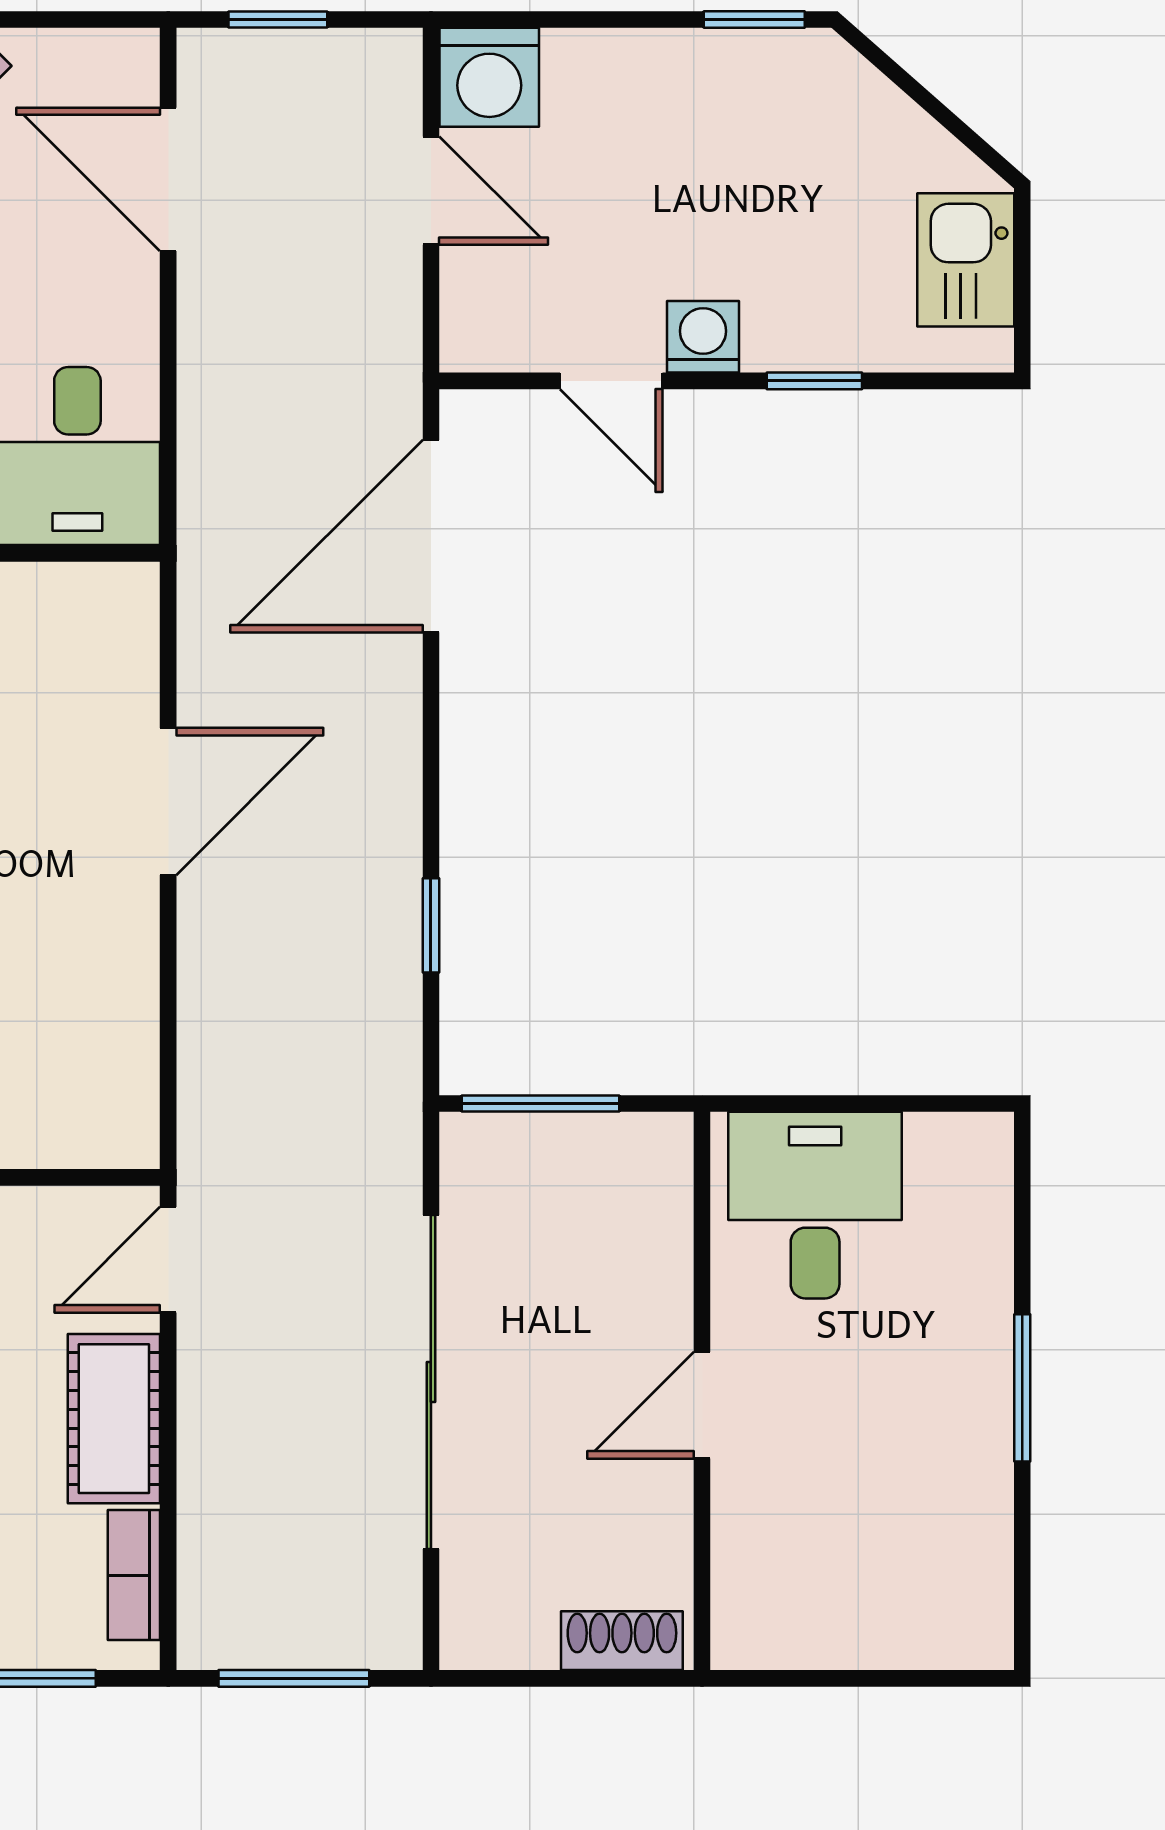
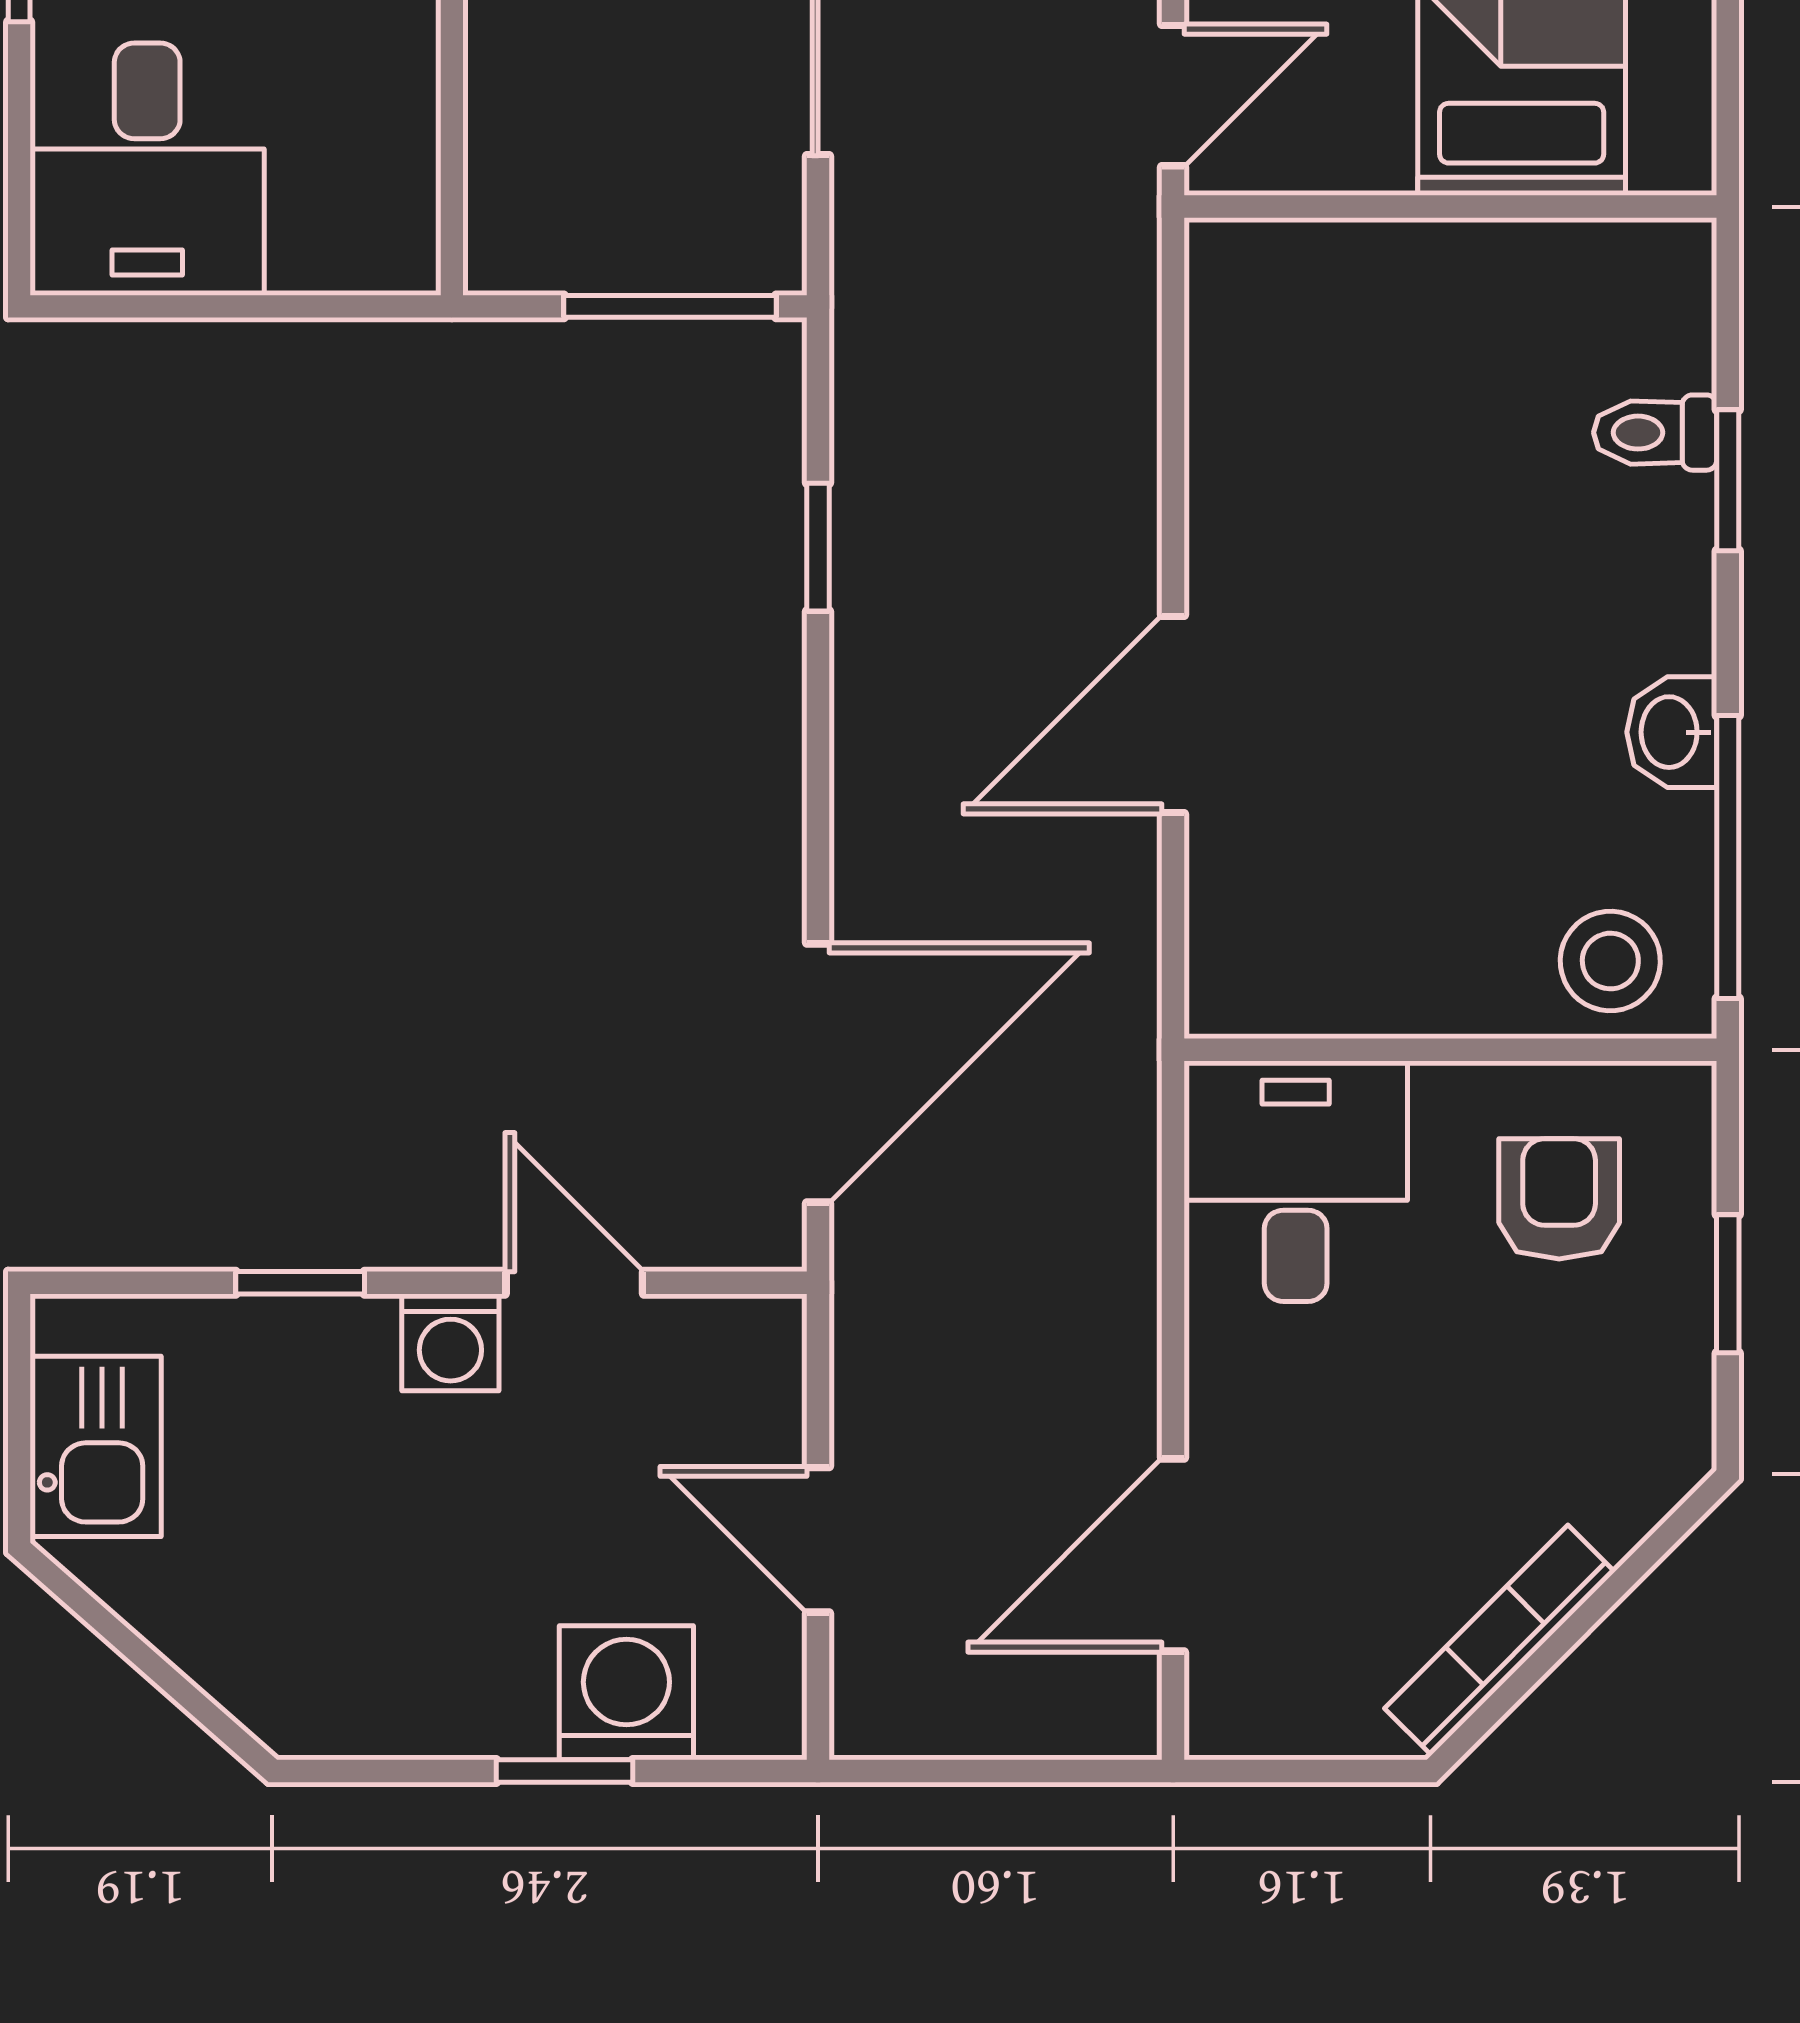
window: (278, 20) -> (1025, 1771), removed
window: (754, 20) -> (565, 1771), moved
washing machine: (489, 77) -> (626, 1693), moved
door: (168, 179) -> (1173, 1555), swing flipped
desk: (815, 1205) -> (147, 169), moved

